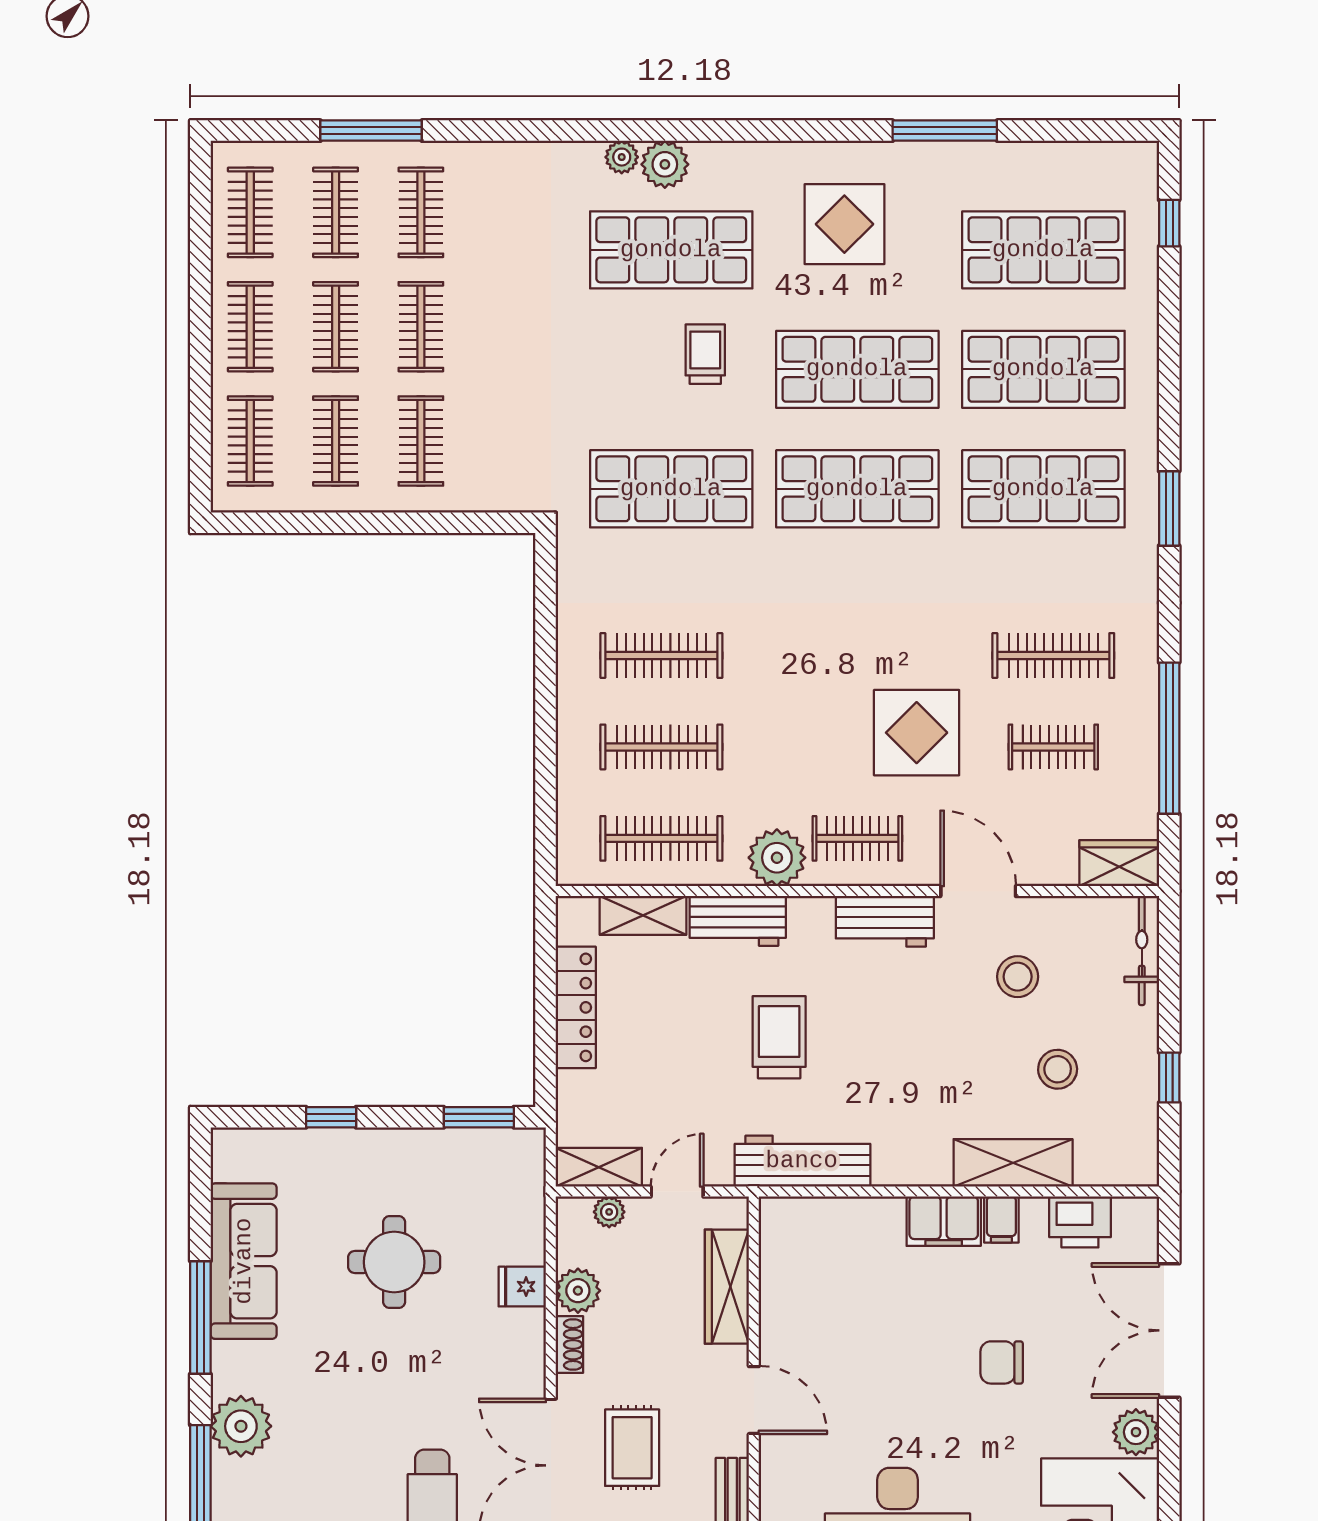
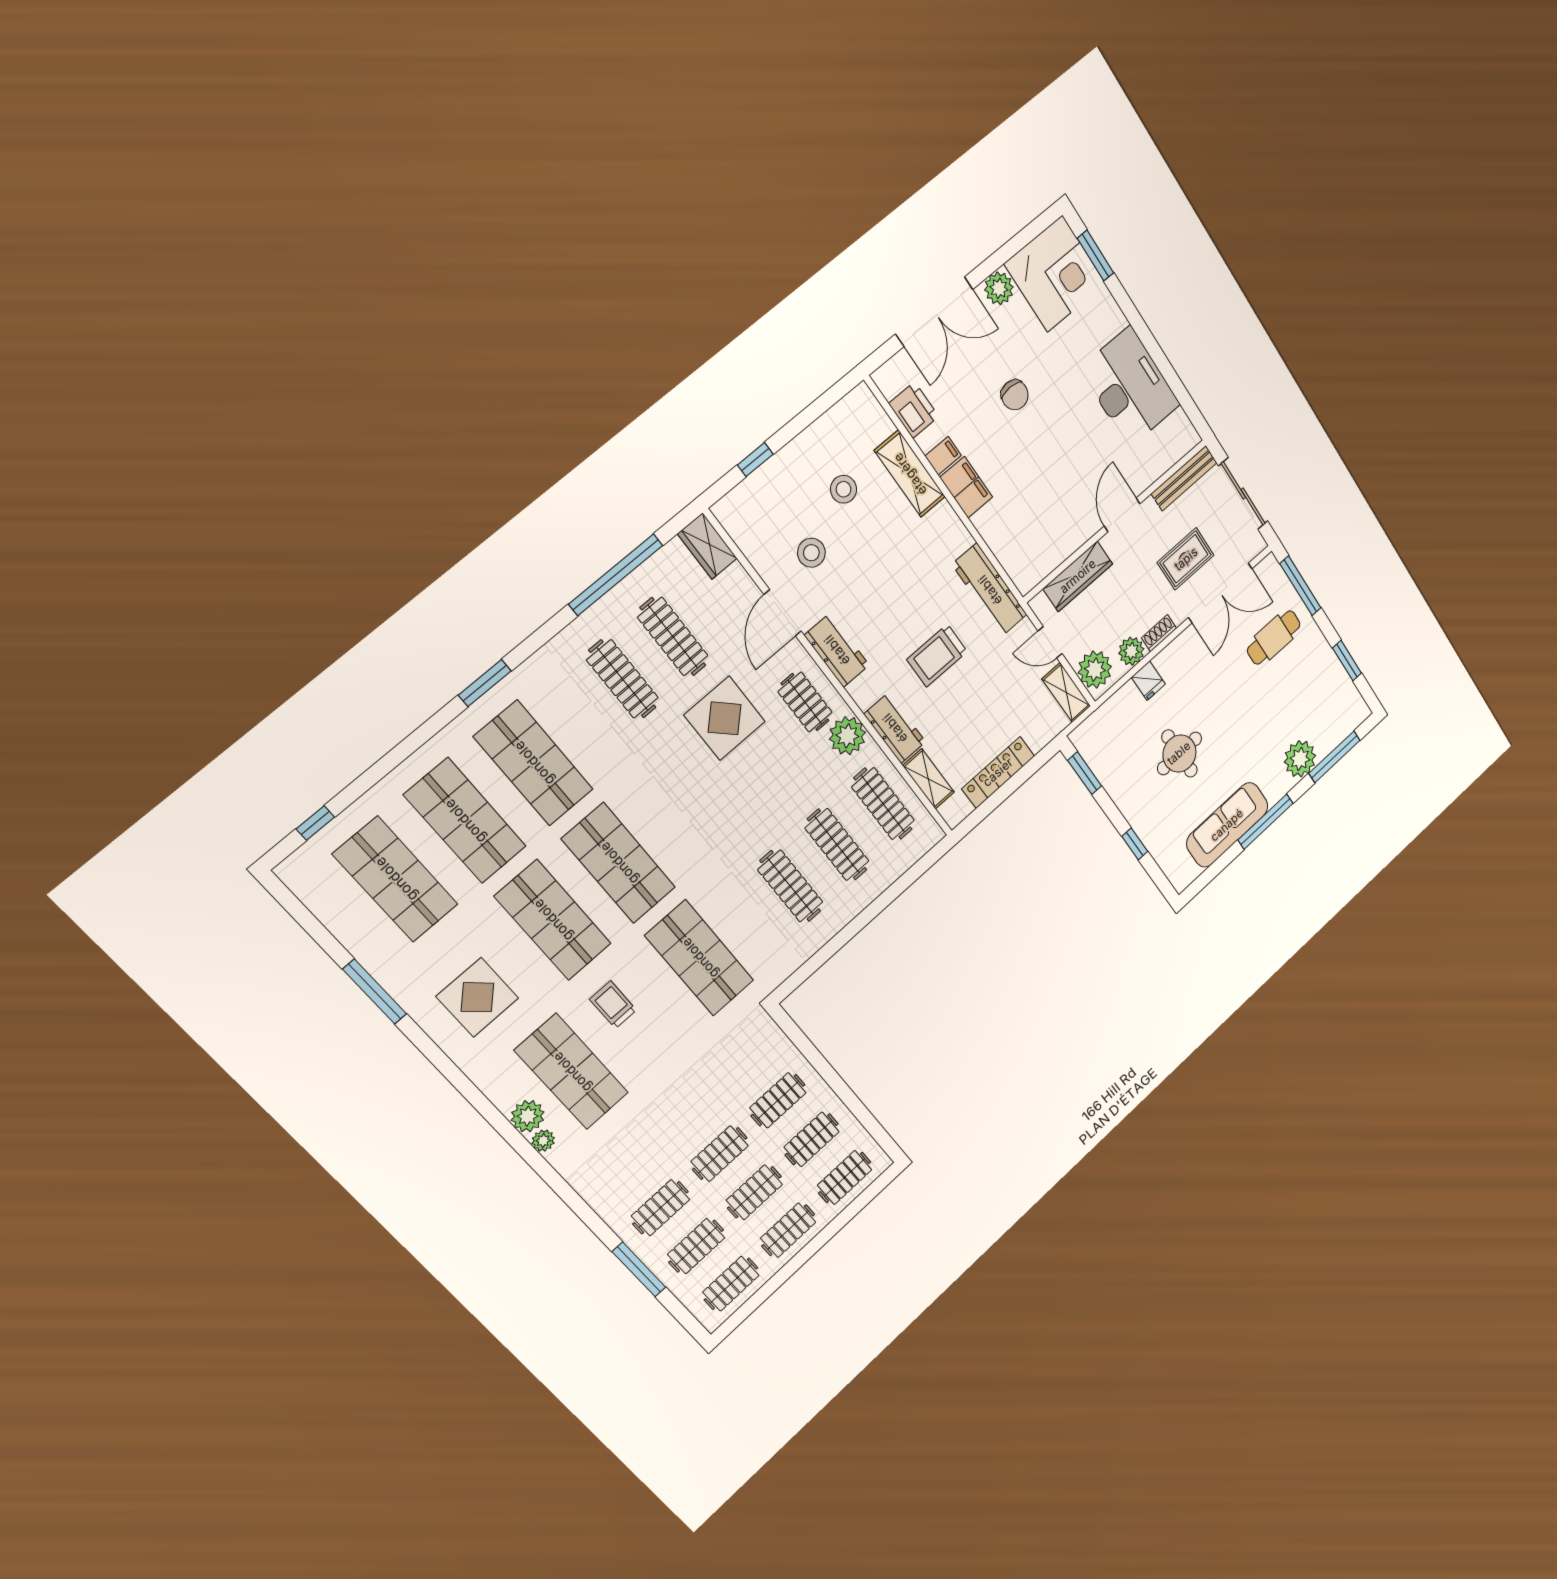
trolley: (705, 354) -> (613, 1005), turned 90
clothes rail: (1053, 747) -> (673, 637), width x1.36
bicycle: (1142, 950) -> (745, 494), removed
window: (1169, 1078) -> (755, 460), moved
plant: (609, 1212) -> (1095, 670), width x1.88, depth x1.88

